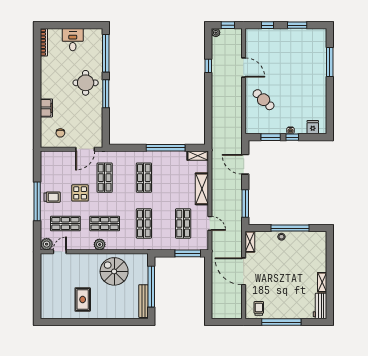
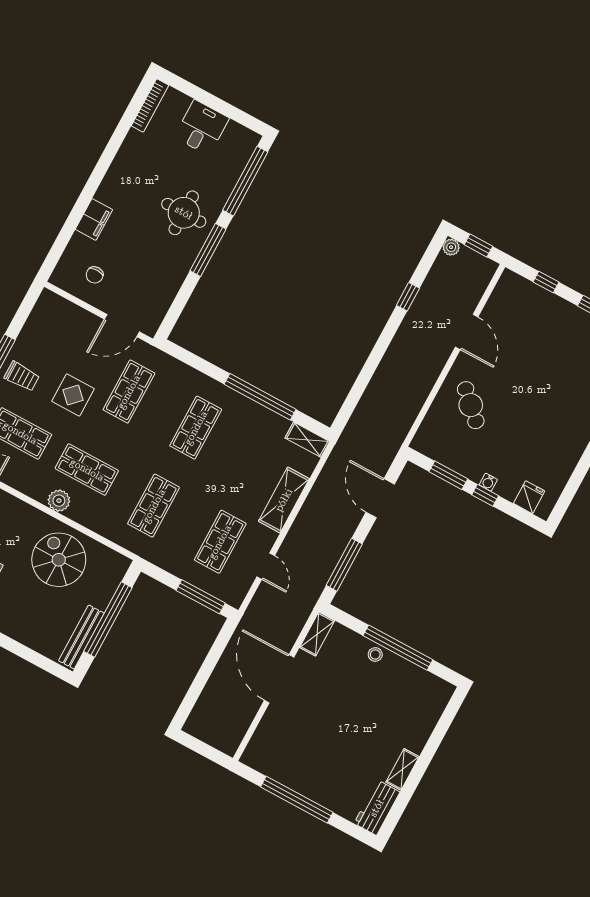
trolley: (259, 308) -> (271, 756), removed

